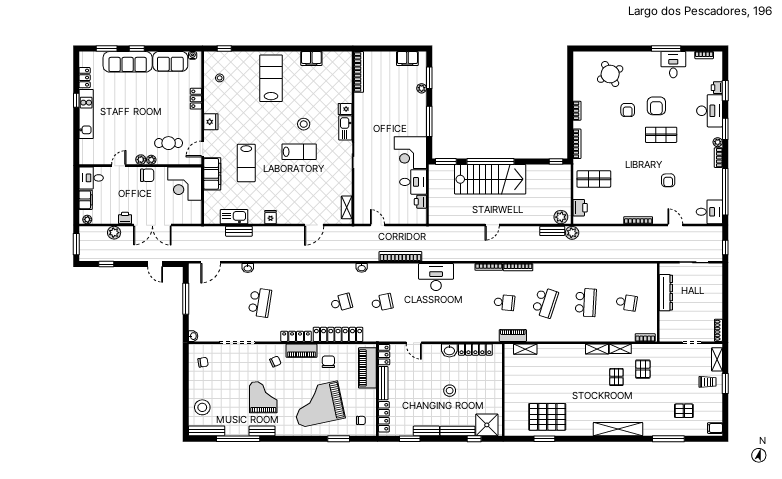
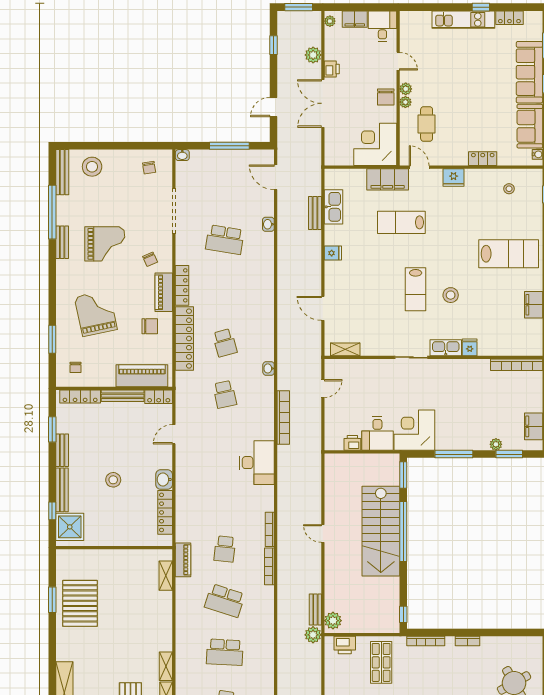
grand piano: (318, 404) -> (96, 313), width x0.73, depth x0.68

